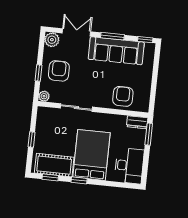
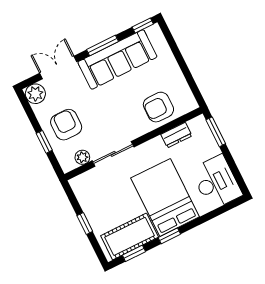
plant: (44, 96) -> (82, 157), moved
armchair: (123, 96) -> (158, 107), turned -90
dresser: (137, 122) -> (176, 135), moved

